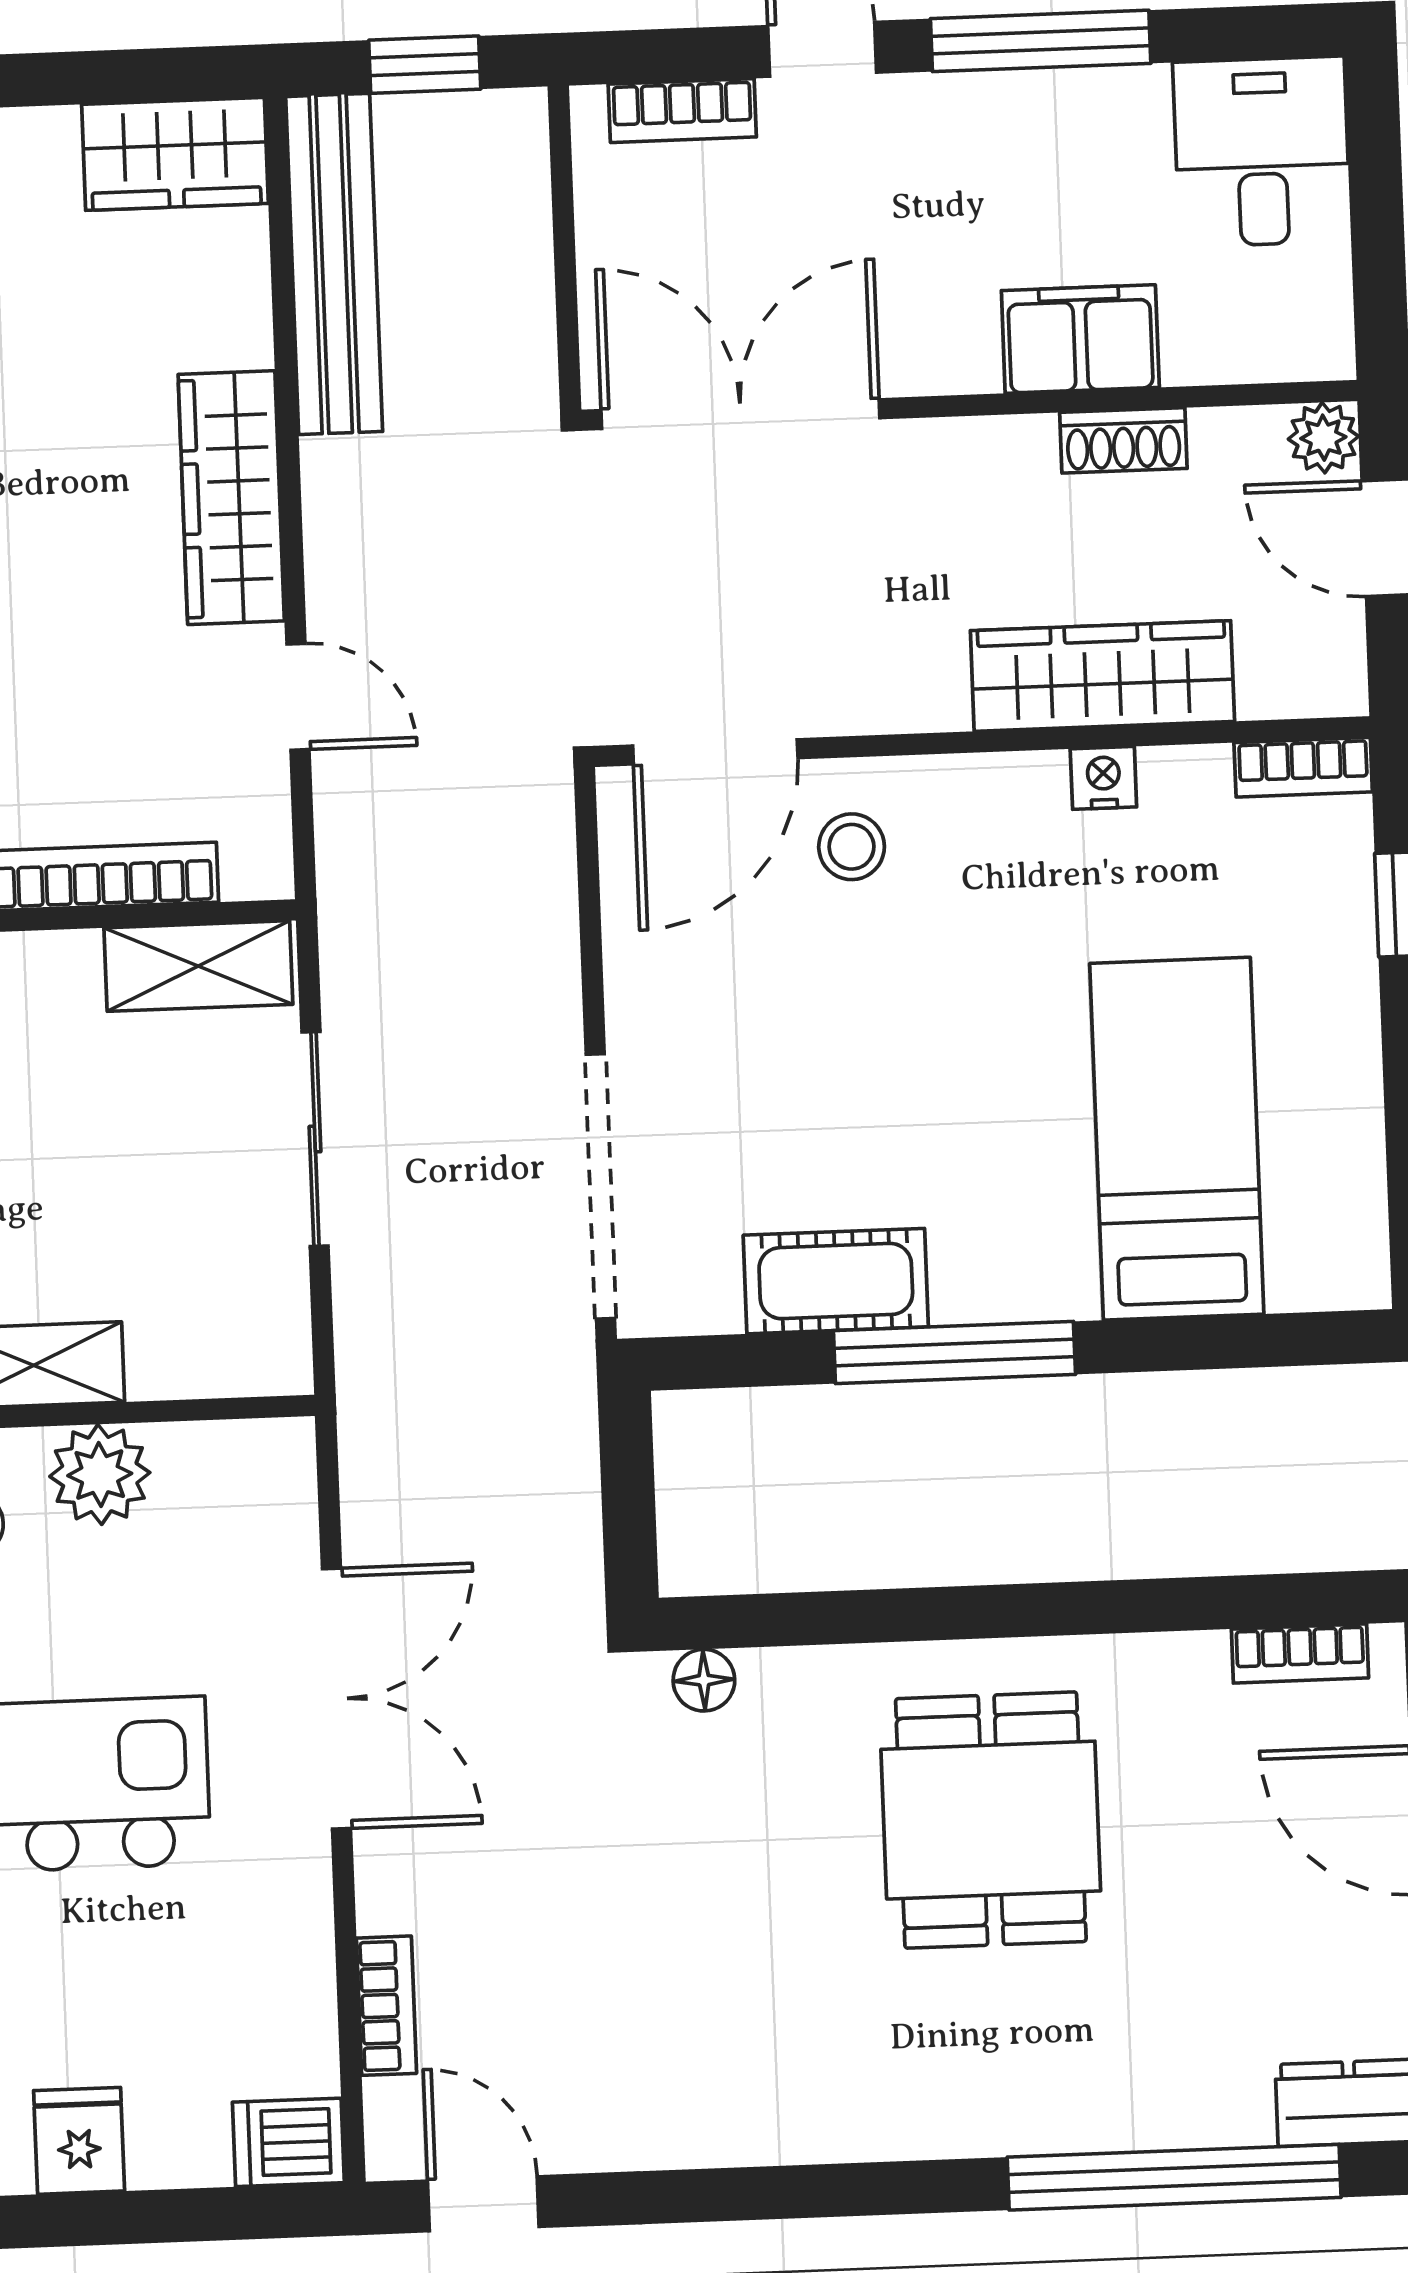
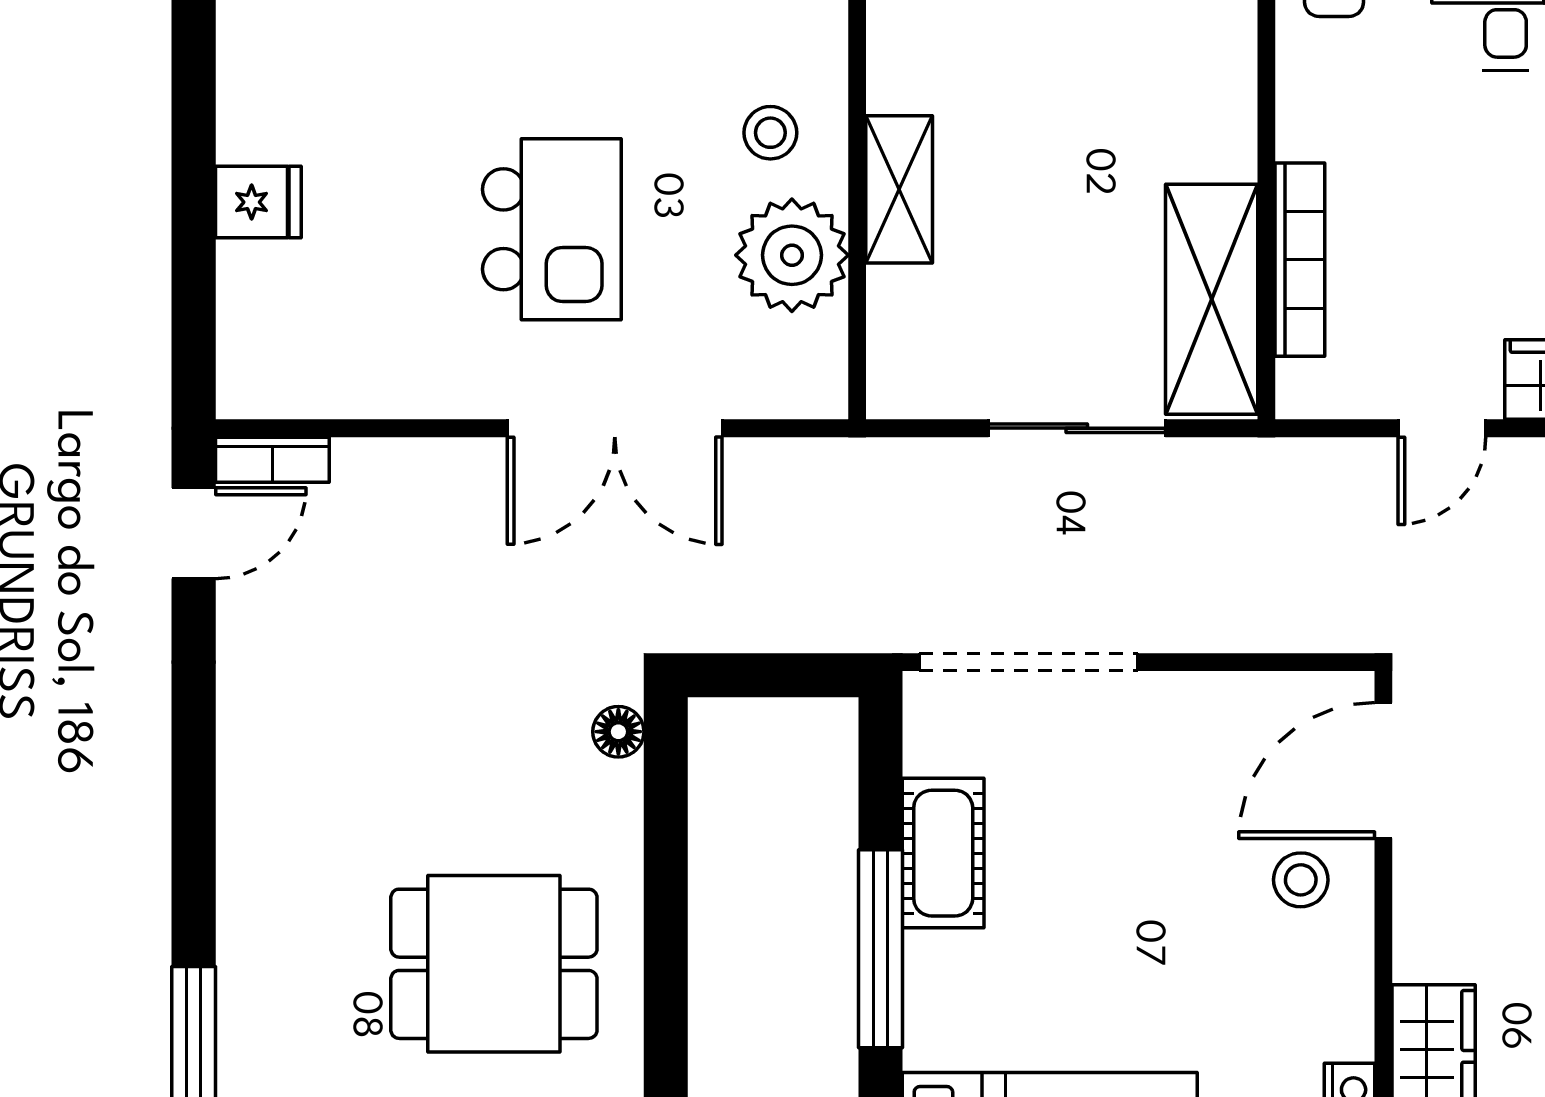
door: (715, 752) -> (1383, 771), hinge flipped
shelving: (198, 966) -> (1212, 299), width x1.50, depth x1.33
plant: (100, 1474) -> (792, 255), width x1.36, depth x1.36
bookcase: (386, 2006) -> (272, 460), moved
dishwasher: (288, 2142) -> (250, 375), removed

